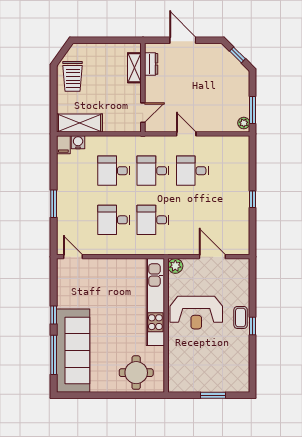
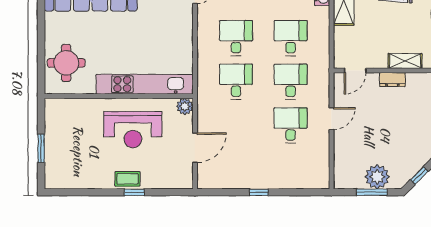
dresser: (151, 64) -> (392, 80), moved
window: (253, 110) -> (372, 192), moved
door: (143, 113) -> (355, 70), hinge flipped
plant: (244, 123) -> (377, 177), moved, width x1.88, depth x1.88
reception desk: (196, 313) -> (133, 130), turned -90
window: (253, 326) -> (134, 192), moved

